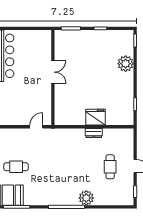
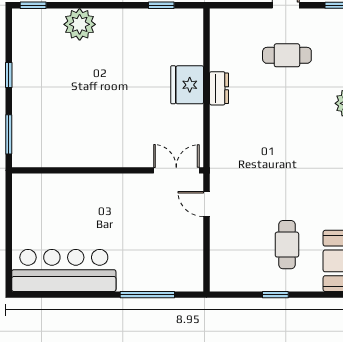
double door: (53, 72) -> (176, 170), moved

